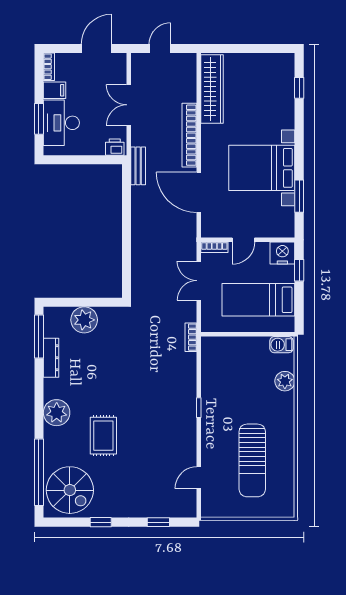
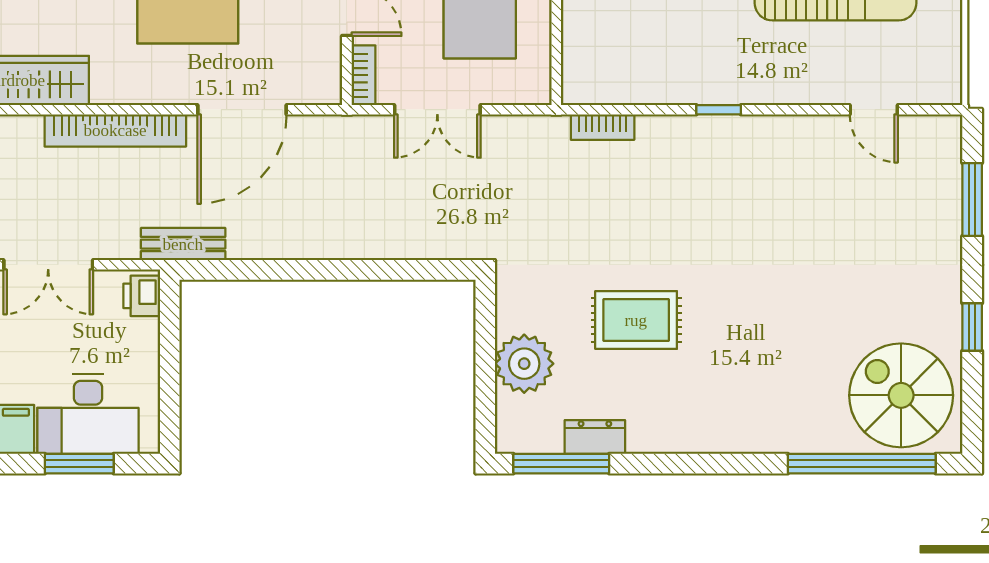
bookcase: (191, 337) -> (603, 127), moved
dresser: (51, 358) -> (595, 437), width x0.70
plant: (57, 413) -> (730, 425), removed
rug: (103, 436) -> (636, 320), moved
spiral stairs: (70, 490) -> (901, 395), turned -90
window: (158, 522) -> (972, 199), width x1.50

